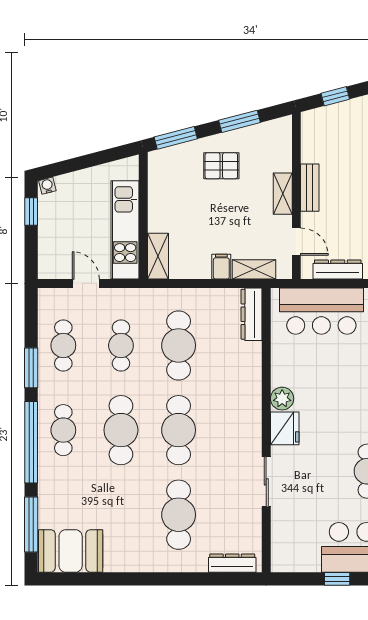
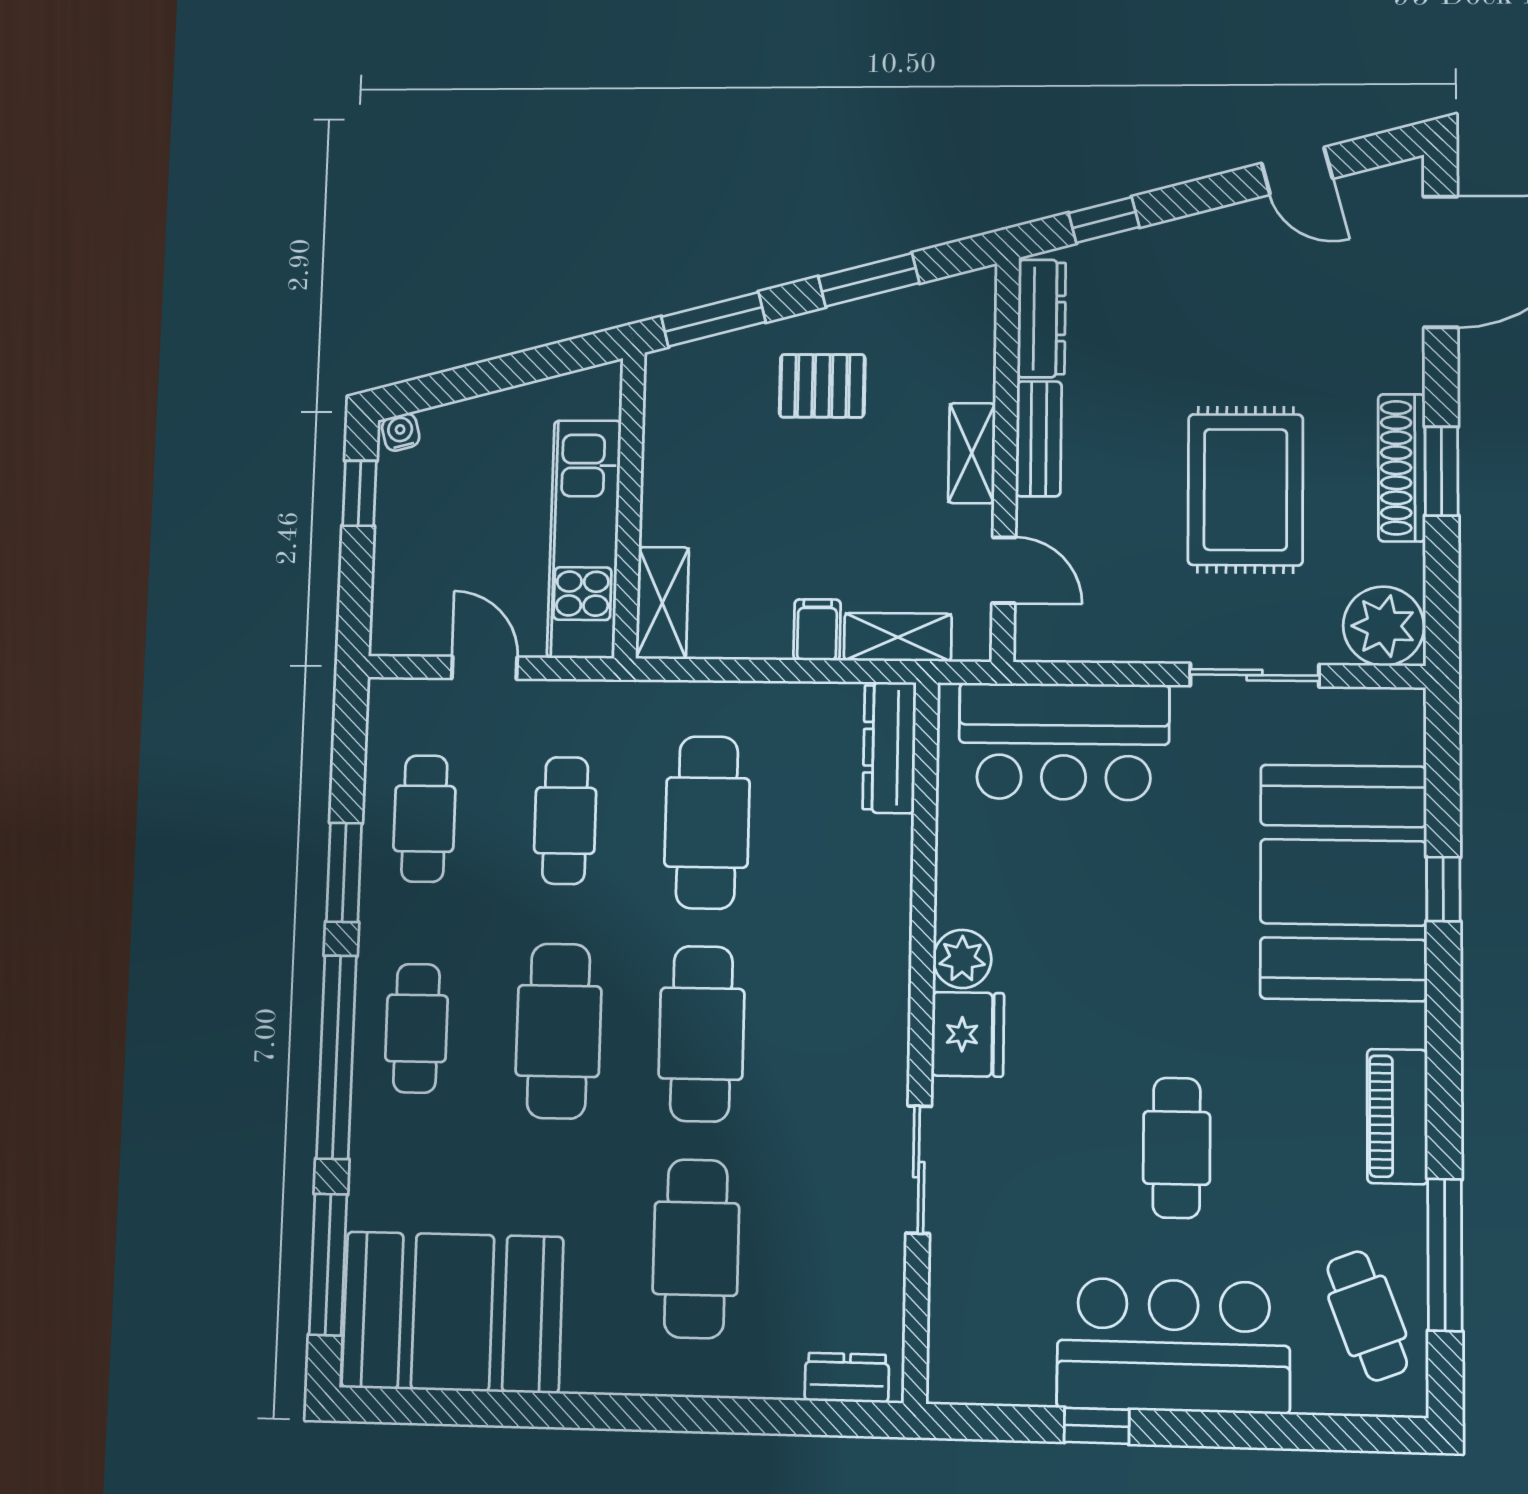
dresser: (338, 270) -> (1041, 318), moved, turned 90
booth: (71, 551) -> (453, 1312), width x1.36, depth x1.42
dresser: (232, 563) -> (847, 1378), width x0.70

